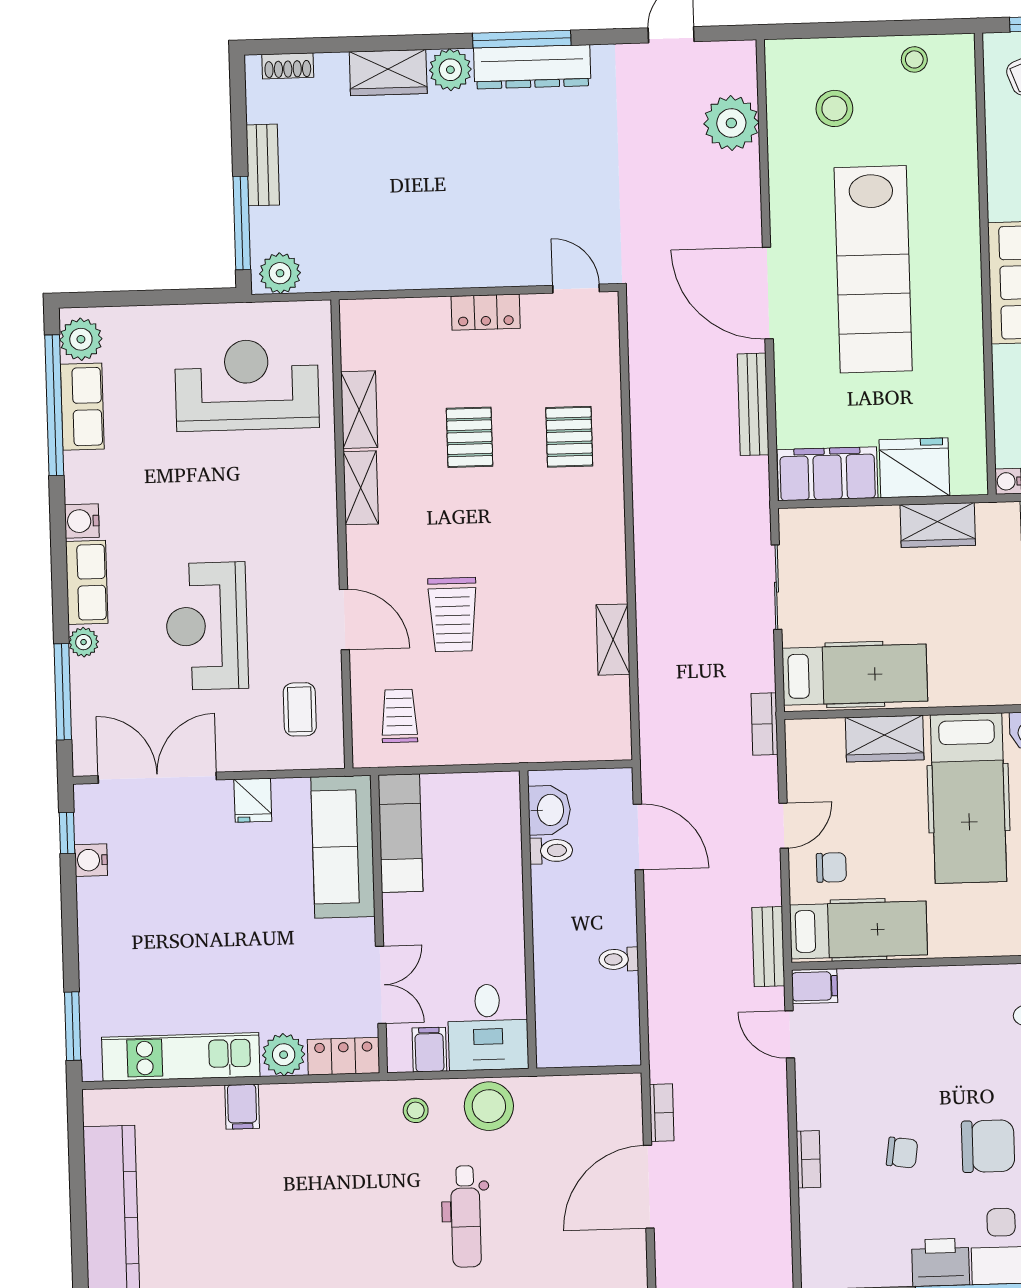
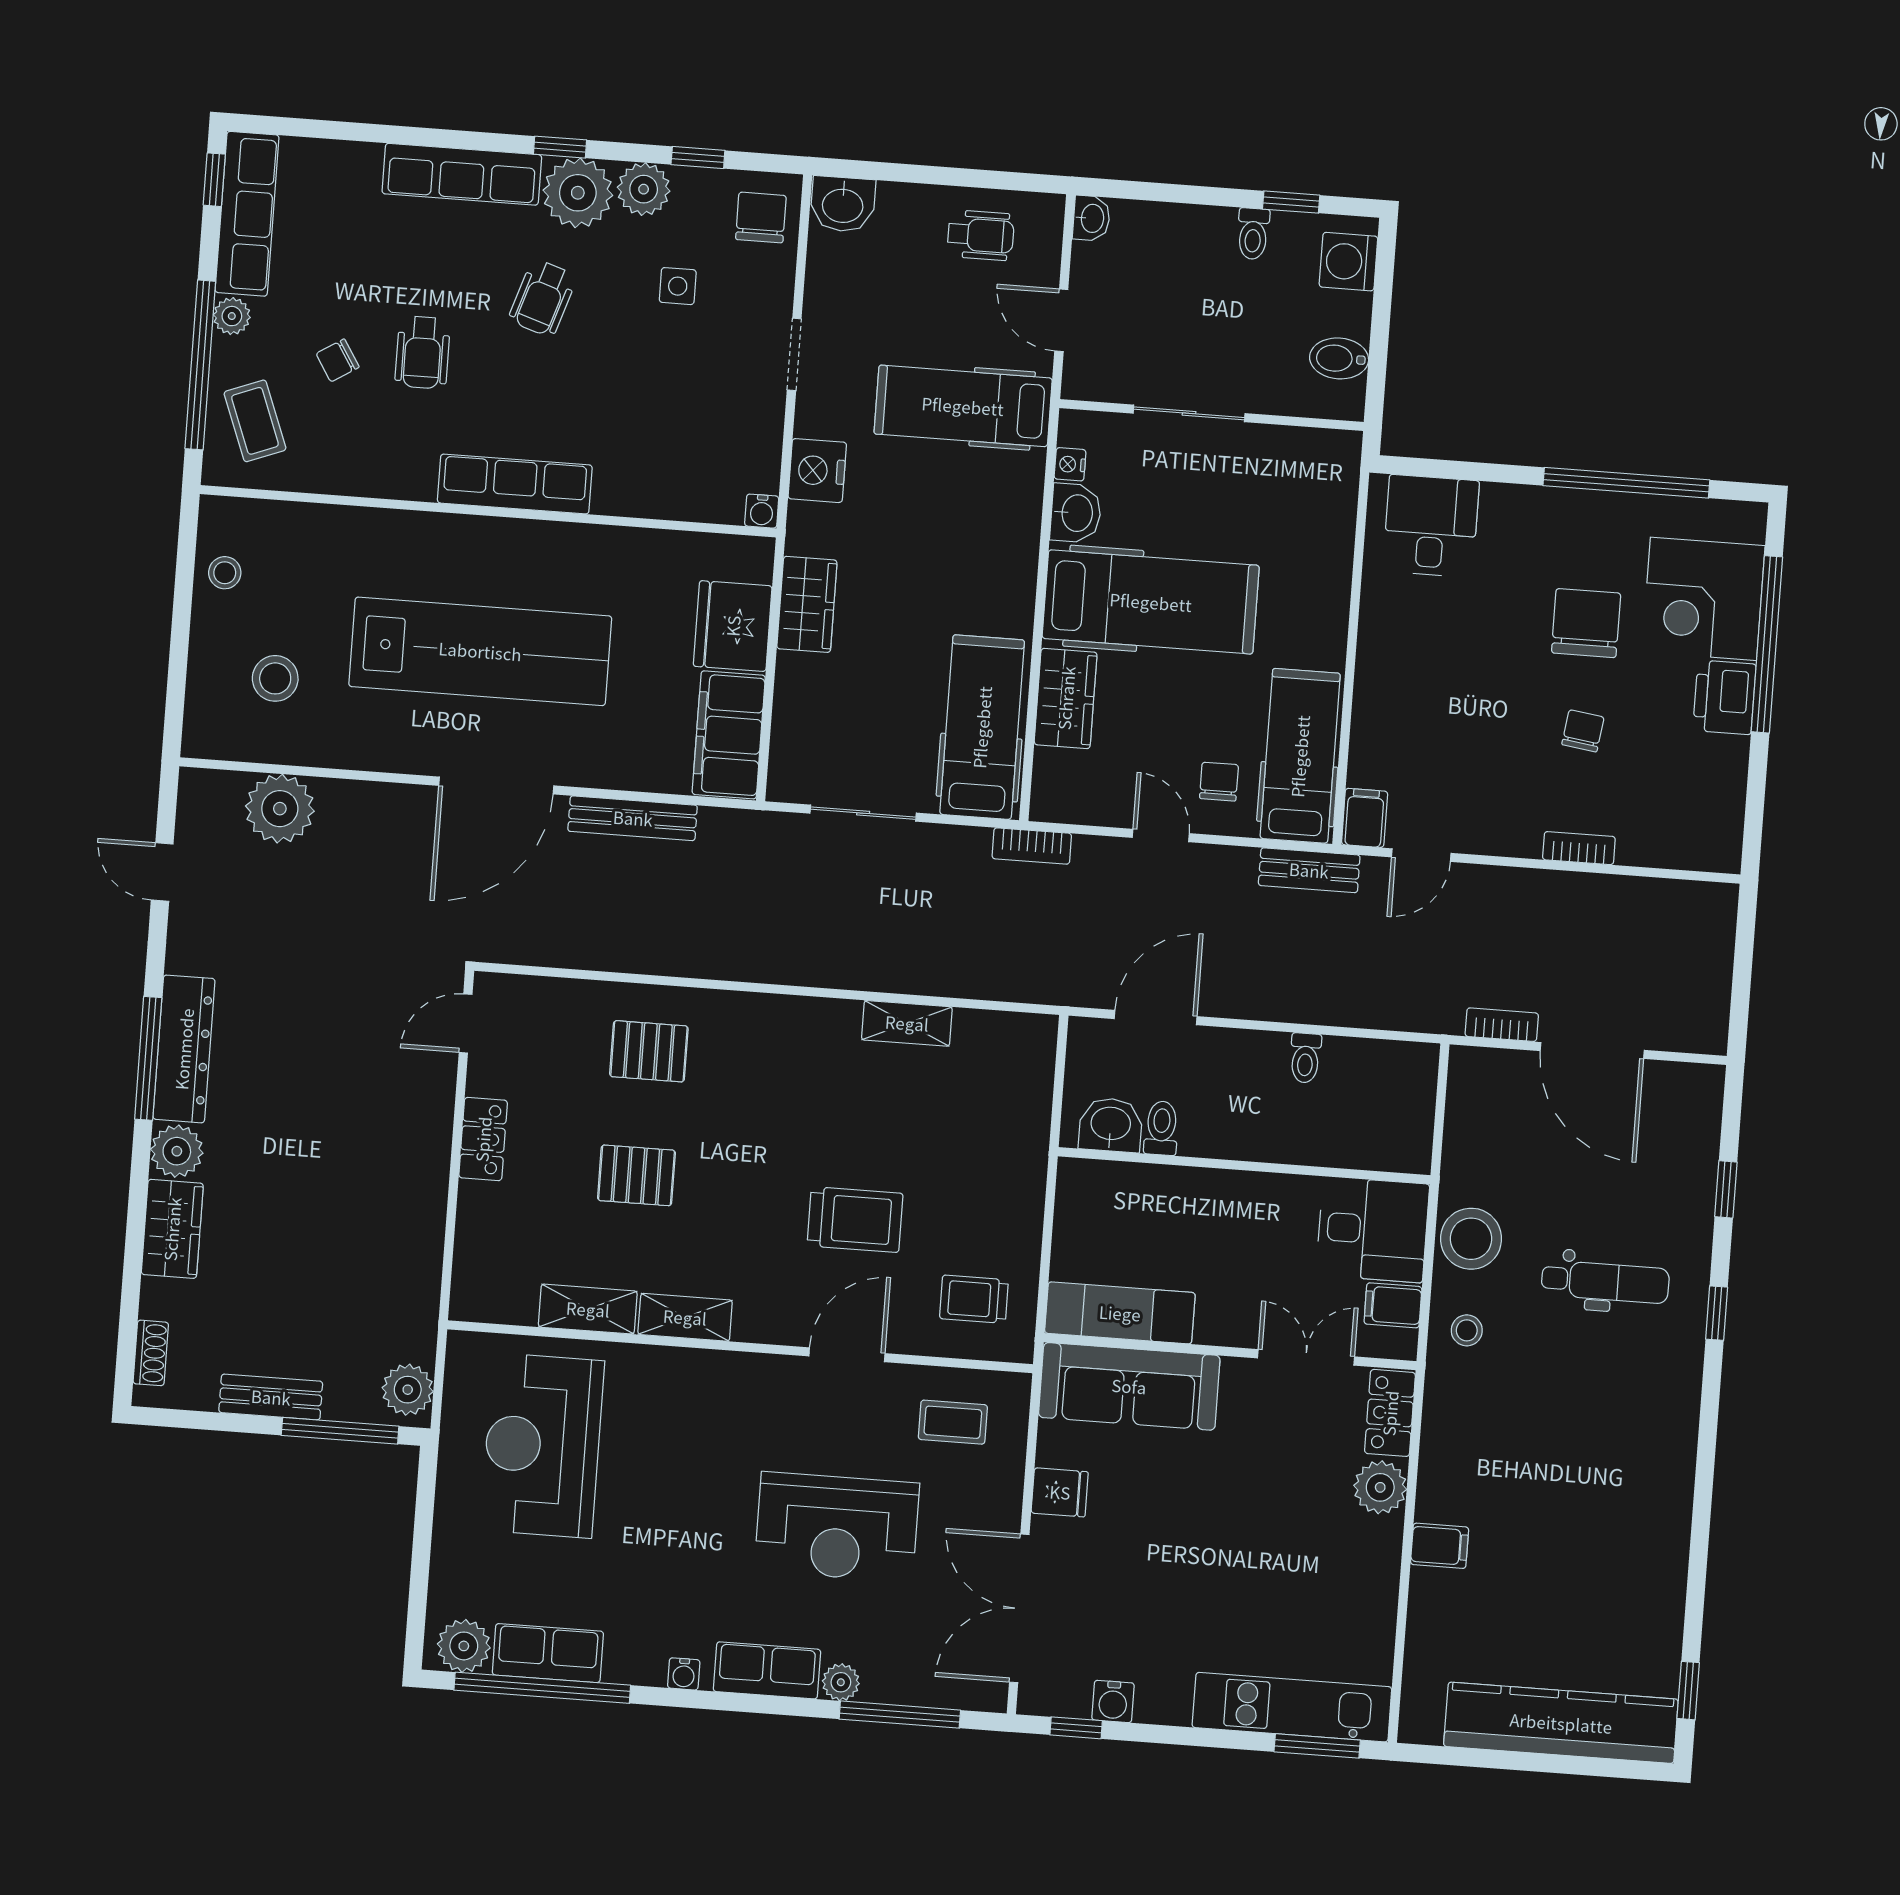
water cooler: (82, 521) -> (684, 1674), width x0.72, depth x0.72
kitchen unit: (181, 1057) -> (1292, 1707), moved, turned 90

